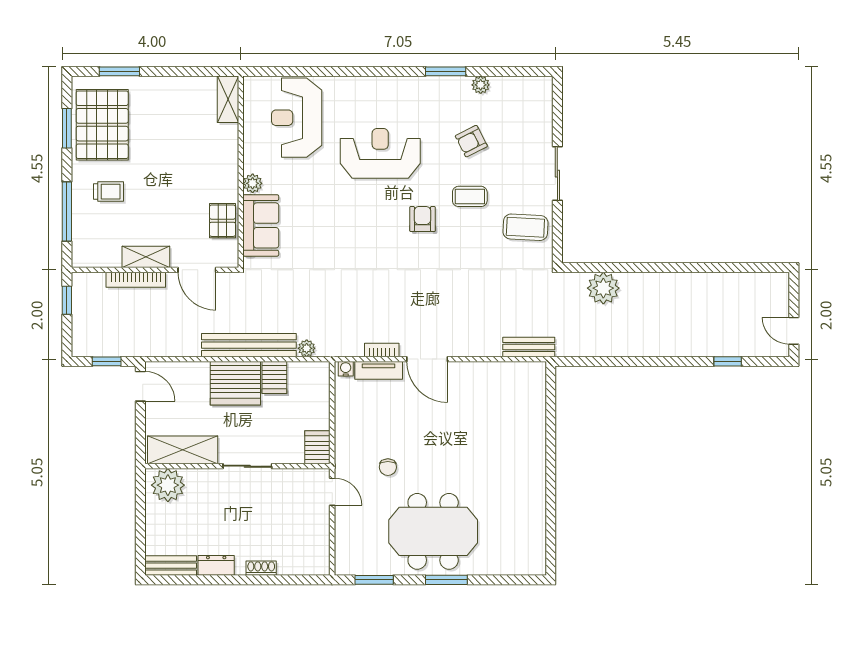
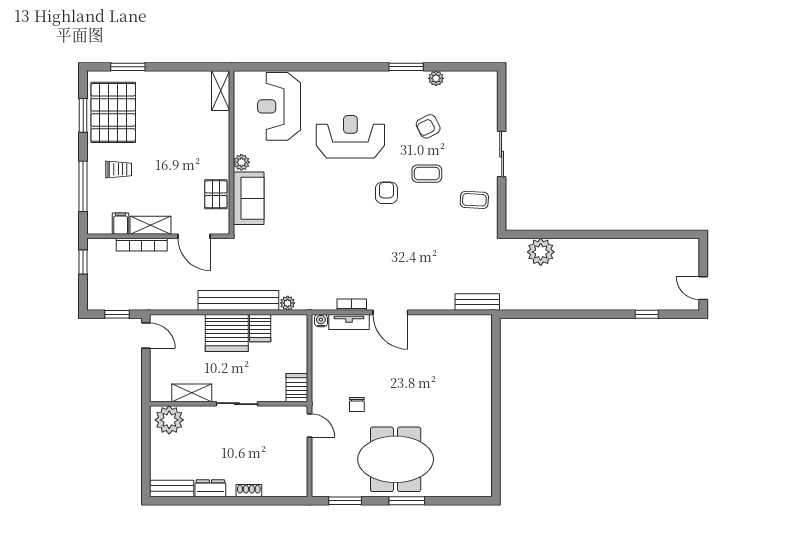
coffee table: (525, 227) -> (474, 200), width x0.73, depth x0.77
filing cabinet: (111, 255) -> (121, 224), added
shelving: (183, 450) -> (192, 393), width x0.67, depth x0.75

